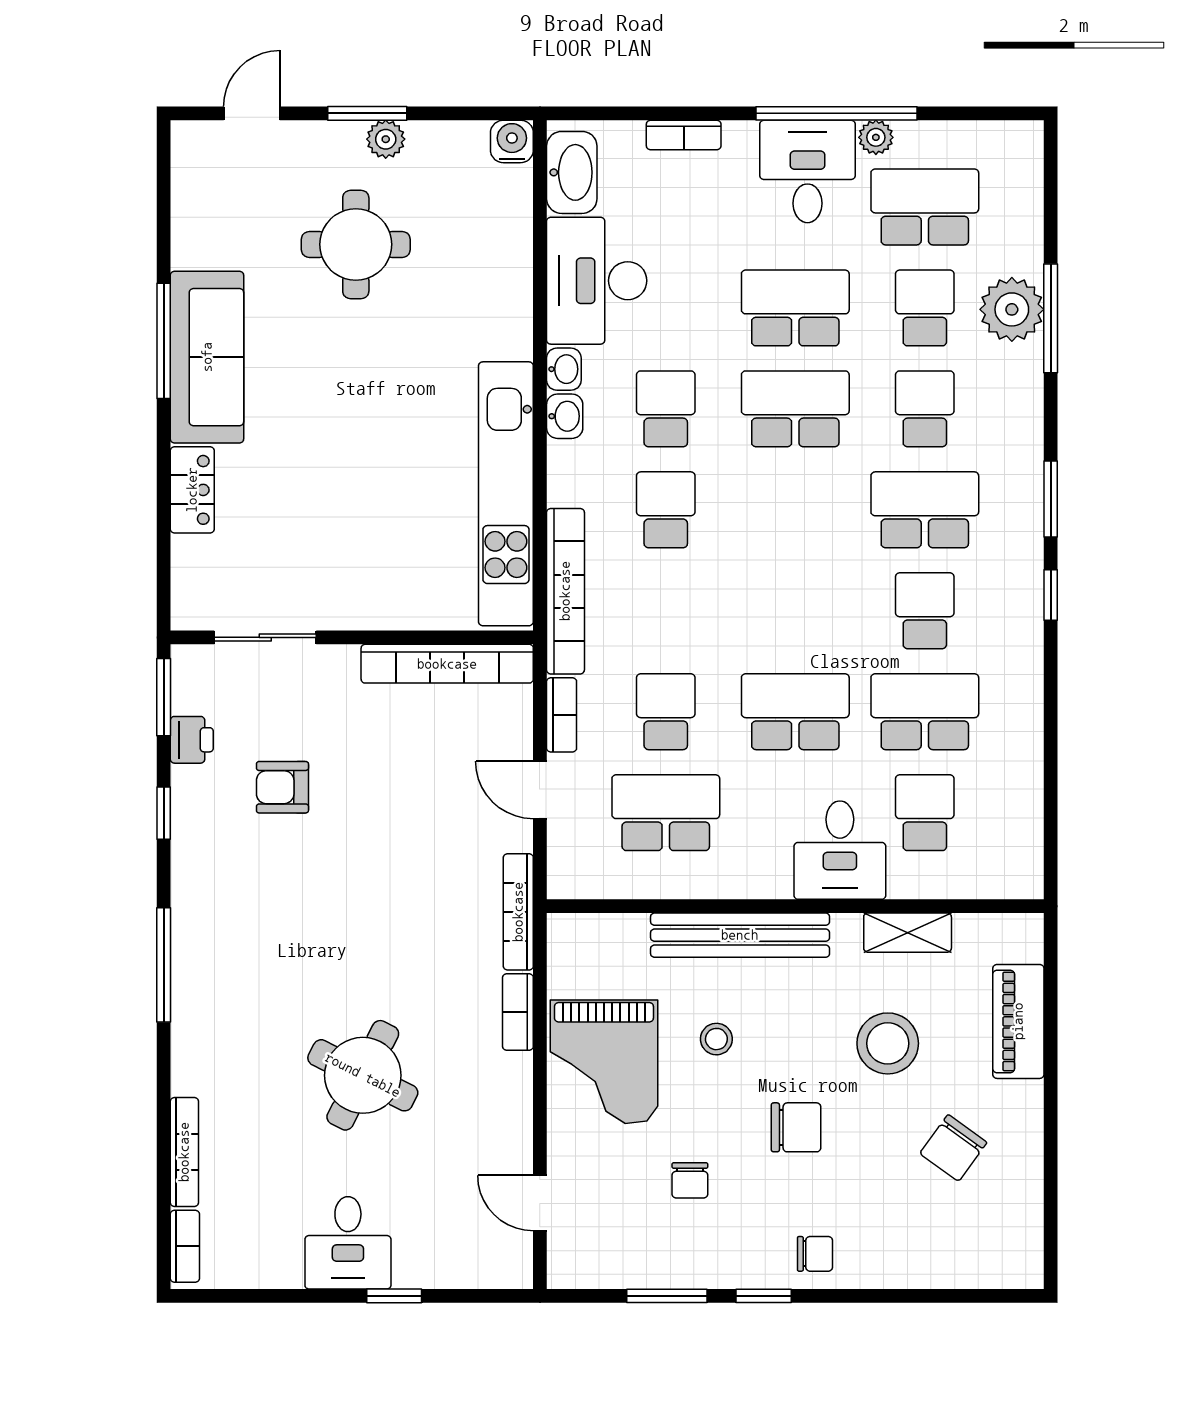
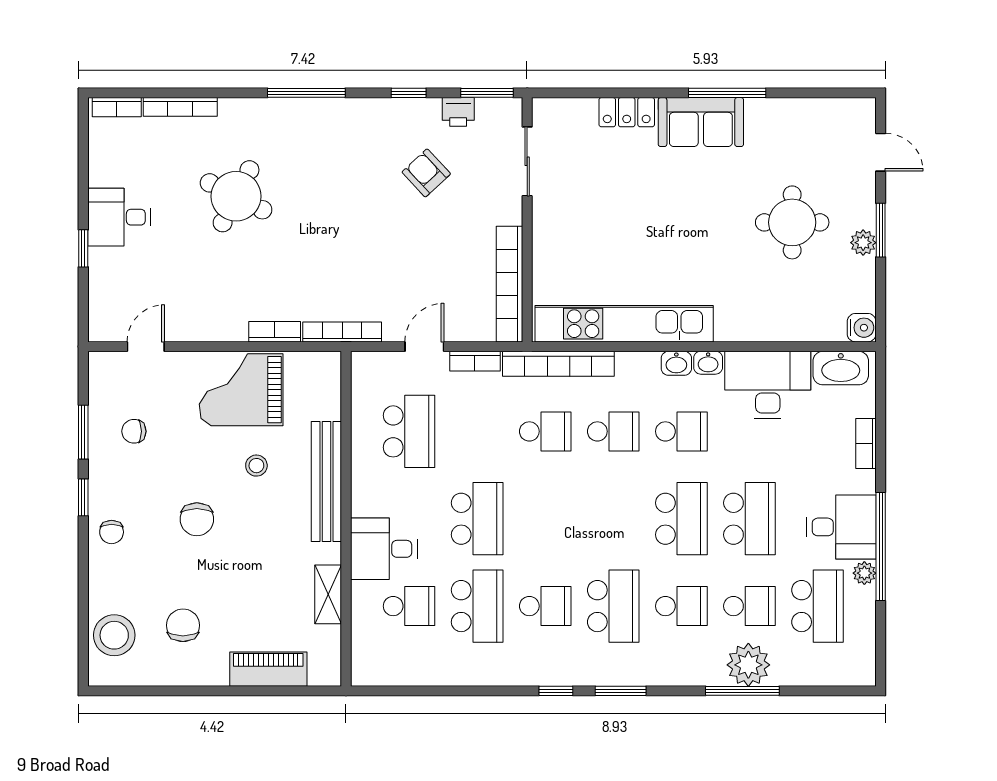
sofa: (207, 357) -> (701, 122), width x0.73
school desk: (666, 712) -> (545, 431), moved
armchair: (282, 787) -> (426, 173), turned -43
stool: (888, 1043) -> (114, 635), moved
round table: (363, 1075) -> (236, 196), moved
chair: (953, 1148) -> (183, 625), turned 54
chair: (690, 1180) -> (134, 431), moved

